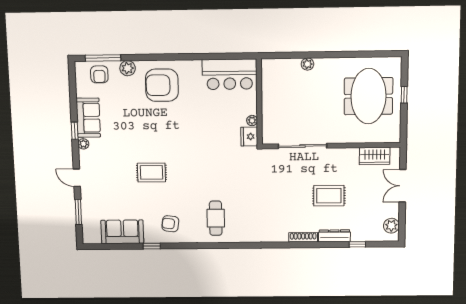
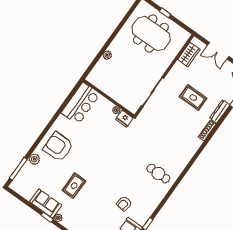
armchair: (99, 74) -> (26, 178), removed
armchair: (162, 85) -> (58, 147), turned 90
rug: (151, 172) -> (74, 186), moved
rug: (329, 196) -> (193, 98), turned 90
armchair: (170, 224) -> (124, 204), moved

